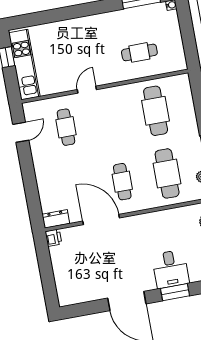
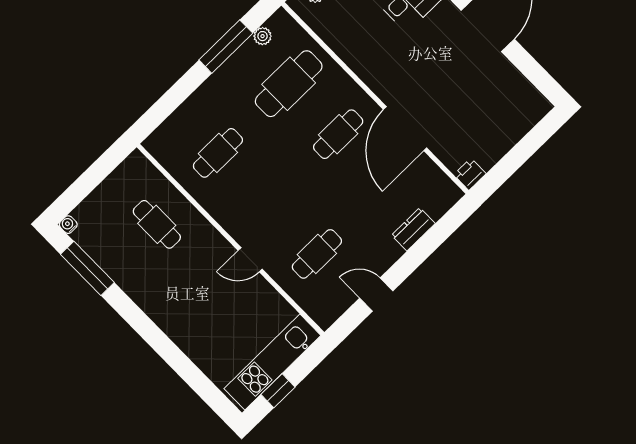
cafe table: (156, 111) -> (218, 153), width x0.73, depth x0.74
door: (21, 132) -> (376, 294), moved
dresser: (56, 219) -> (413, 229), moved, turned 90

